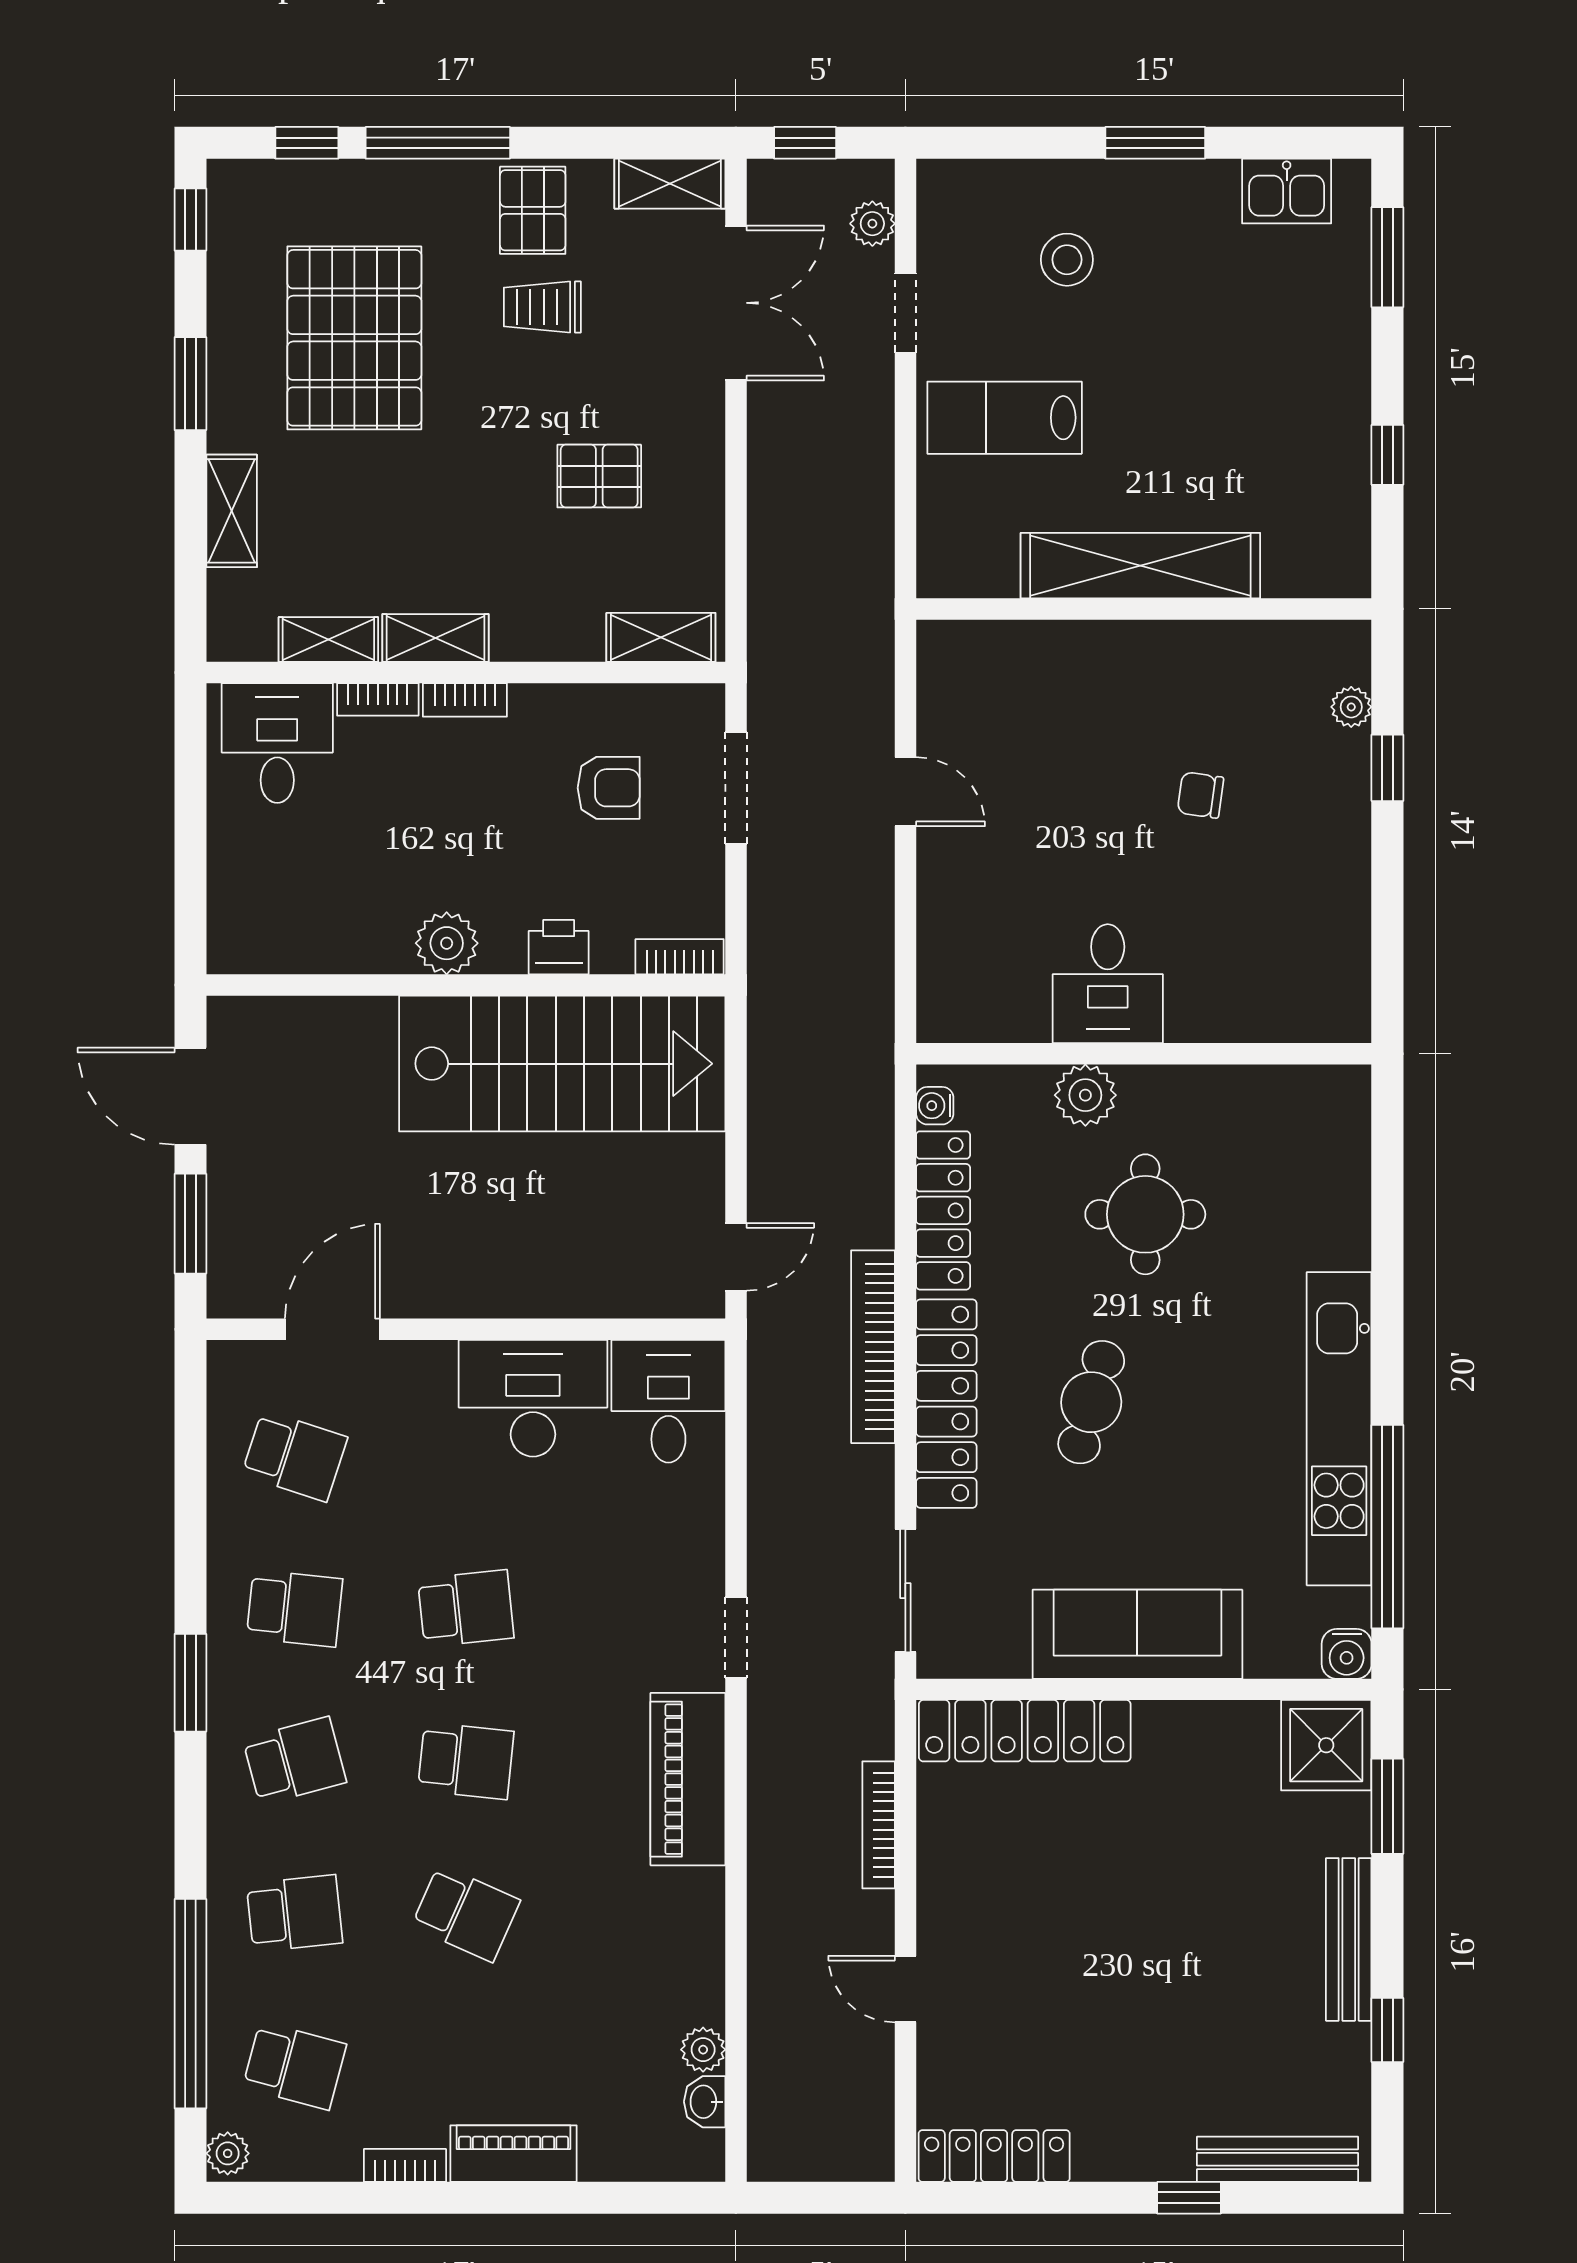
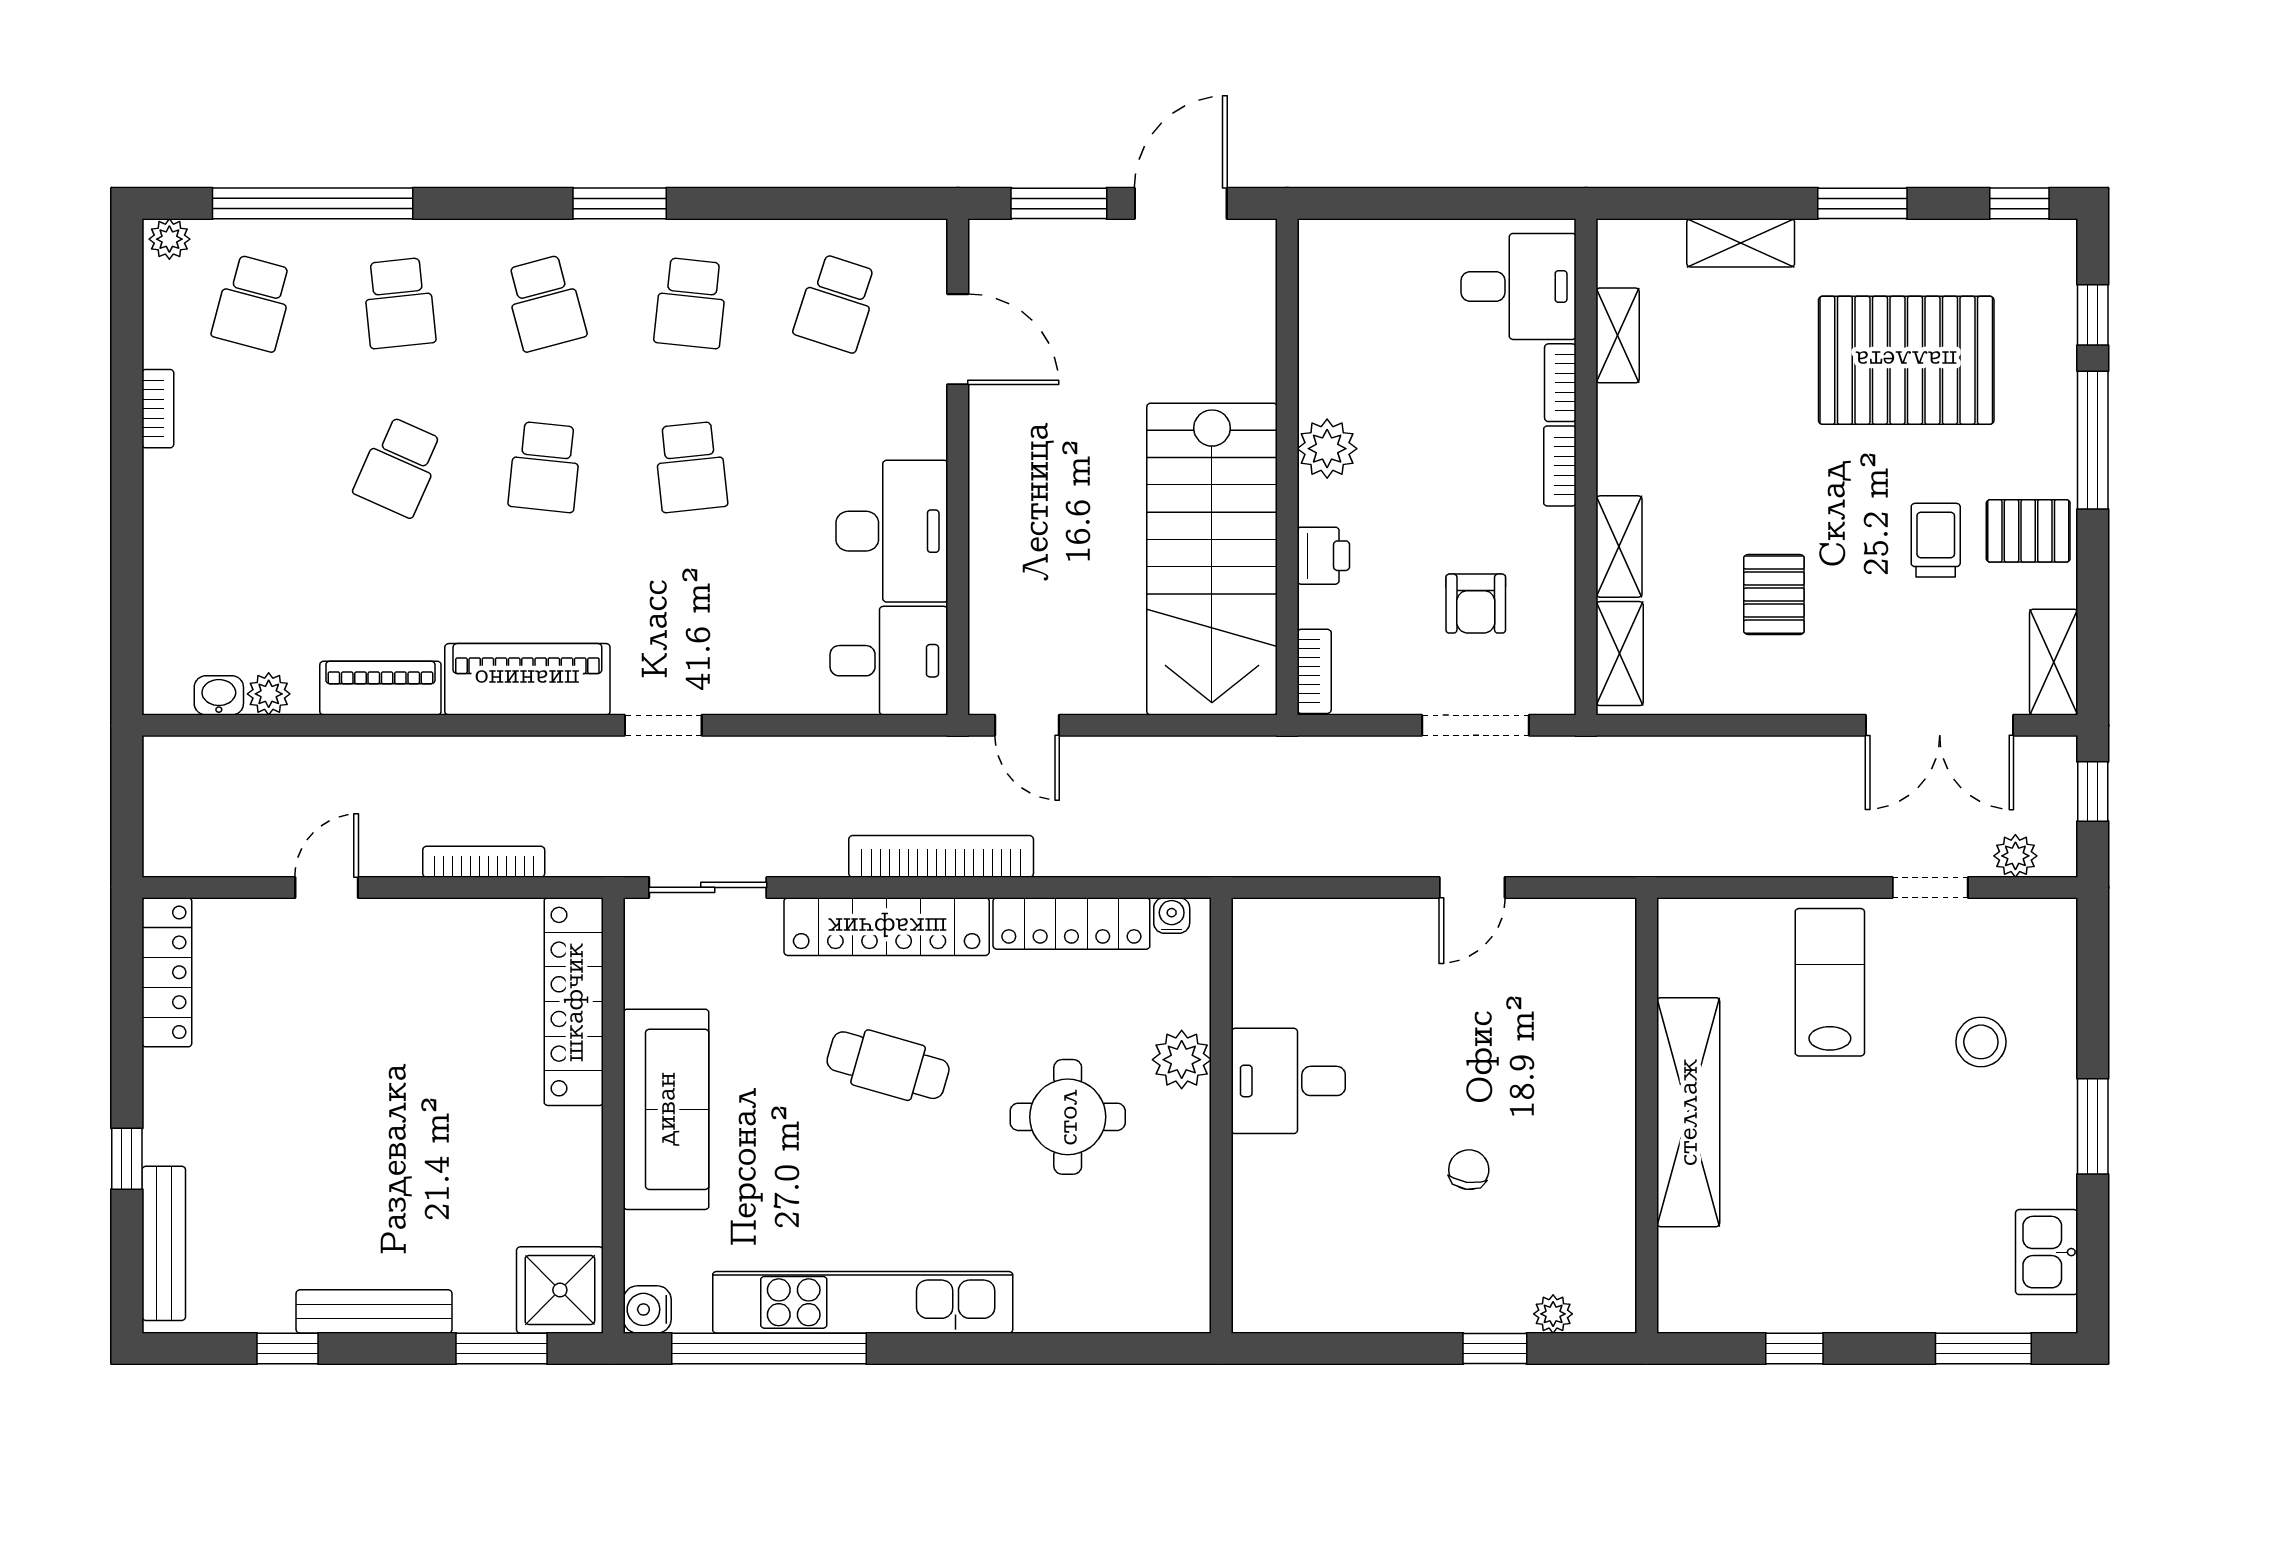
shelving: (435, 638) -> (1619, 547), moved
piano: (513, 2154) -> (380, 688), moved, turned -90

